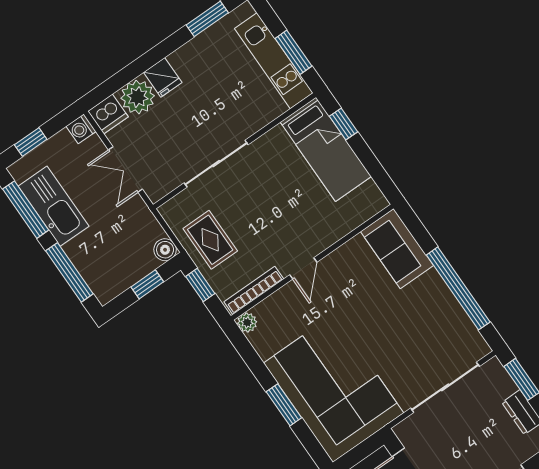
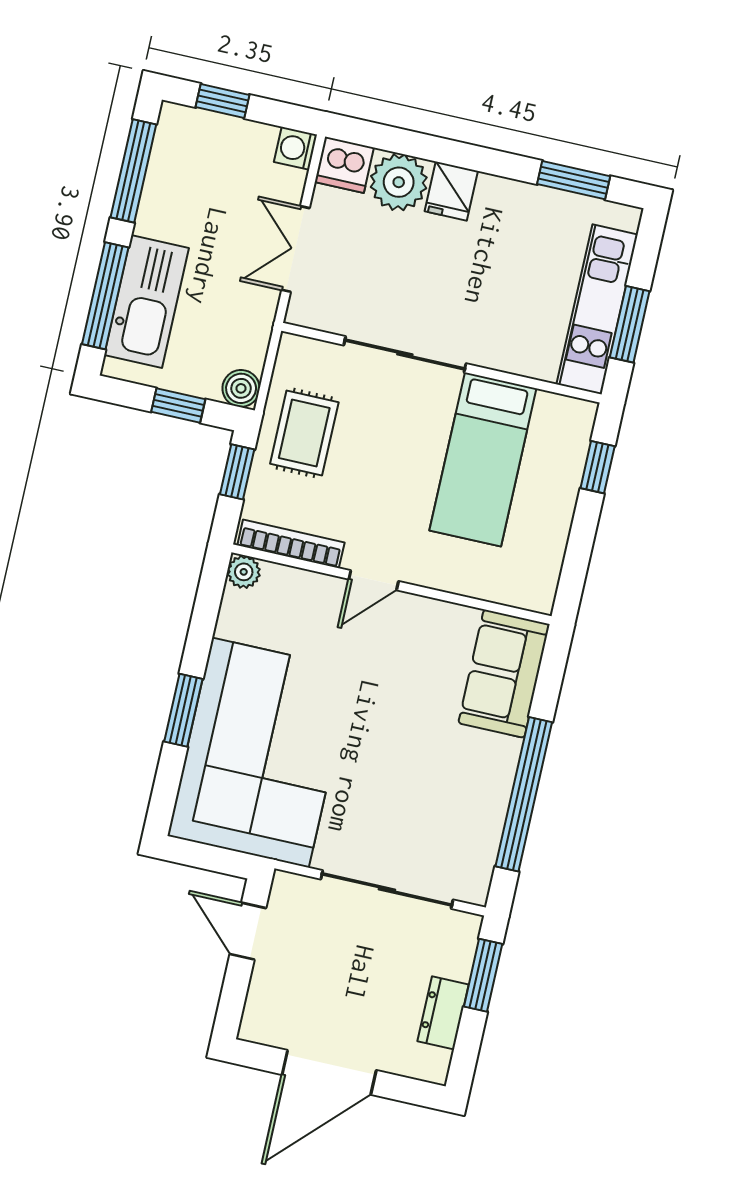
bed: (326, 149) -> (483, 459), moved
kitchen sink: (54, 206) -> (147, 302), moved

